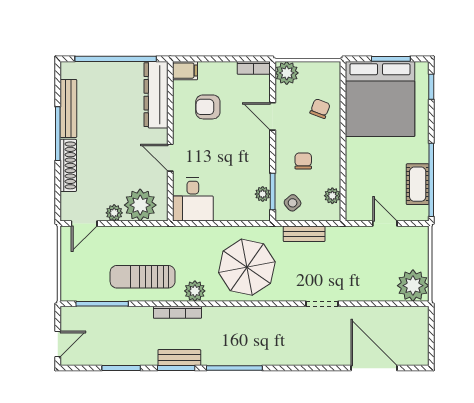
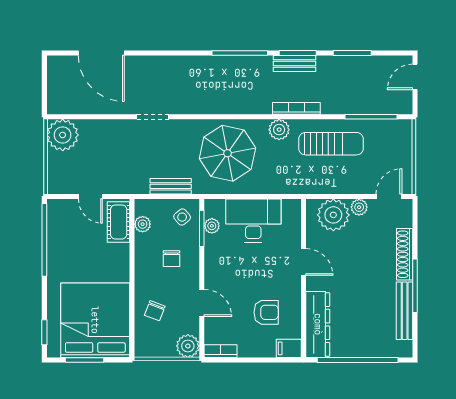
cot: (418, 184) -> (119, 222), moved
desk: (193, 199) -> (253, 221), moved, width x1.37

